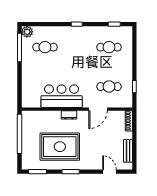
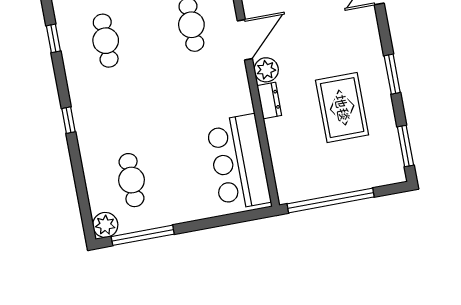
bar counter: (62, 96) -> (239, 162), moved
door: (98, 109) -> (245, 40), hinge flipped
plant: (83, 116) -> (266, 70), added
rug: (60, 147) -> (342, 108), width x0.73, depth x0.69

